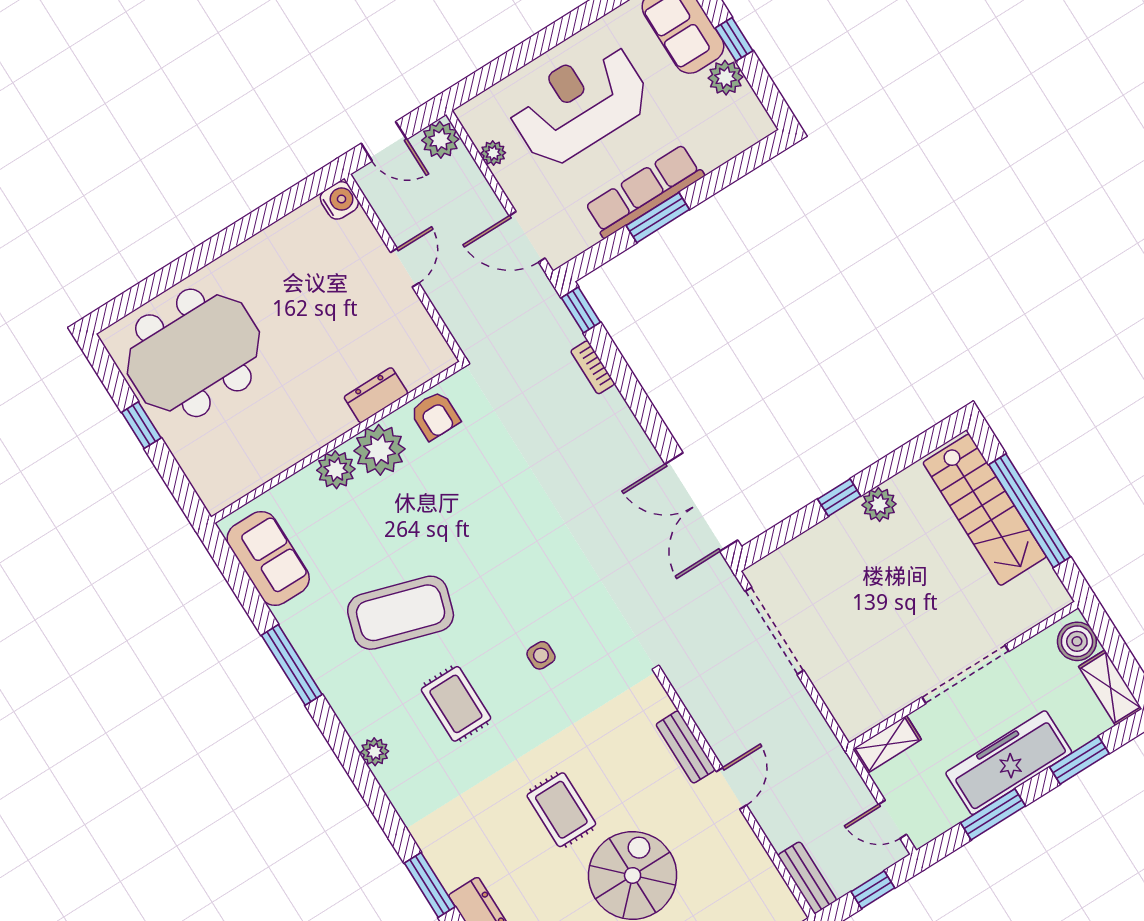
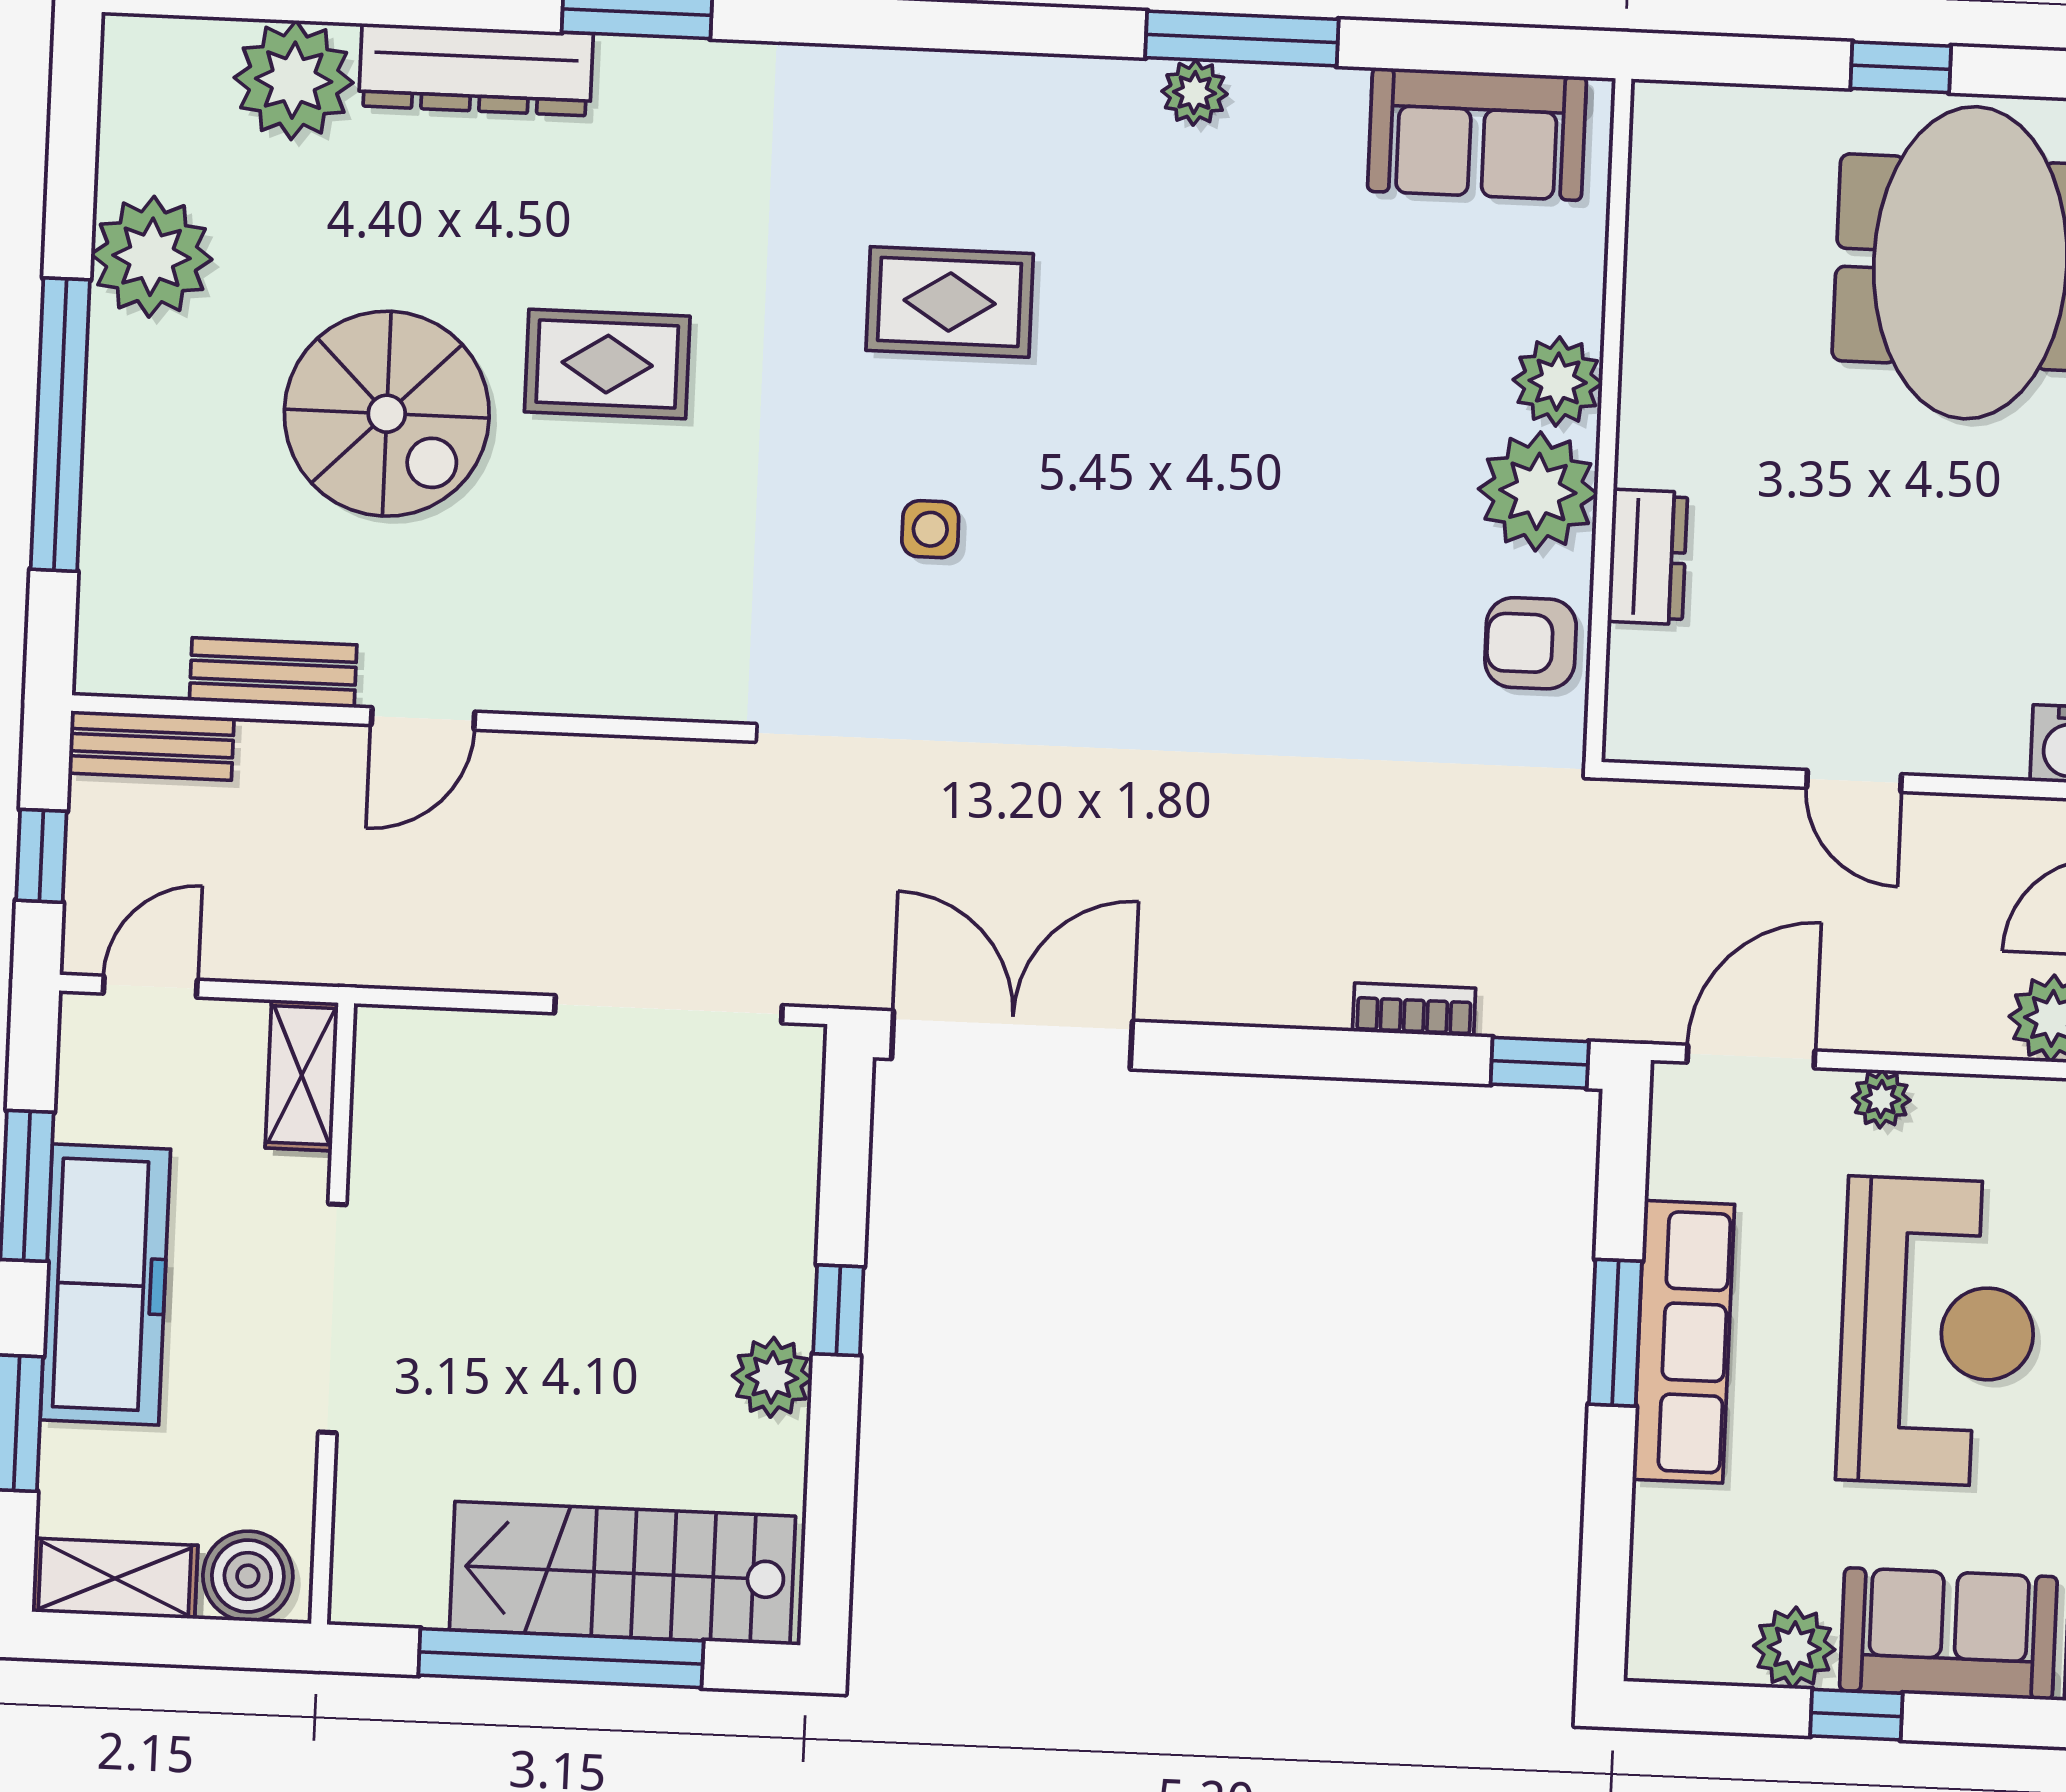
plant: (493, 153) -> (1881, 1099), moved
coffee table: (401, 613) -> (1198, 316), removed
bench: (686, 747) -> (273, 673), moved
plant: (375, 752) -> (1195, 93), moved
door: (731, 788) -> (423, 718), hinge flipped

